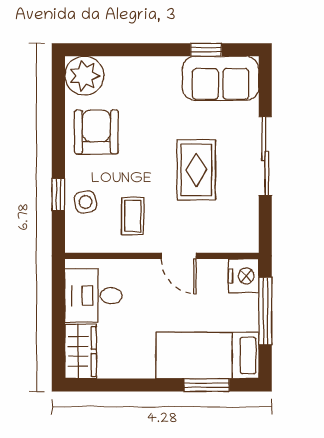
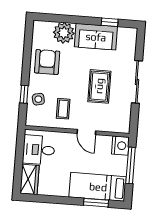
plant: (84, 76) -> (64, 33), moved
sofa: (221, 78) -> (96, 37), moved

